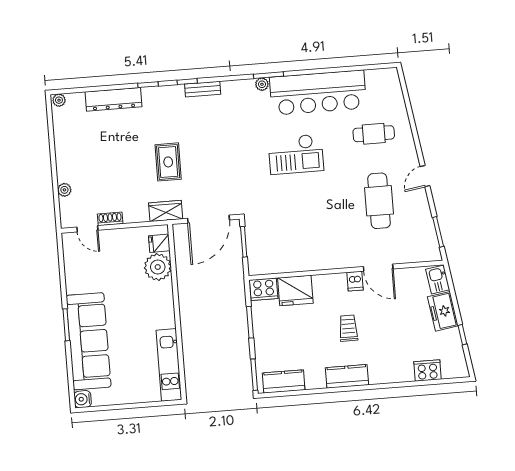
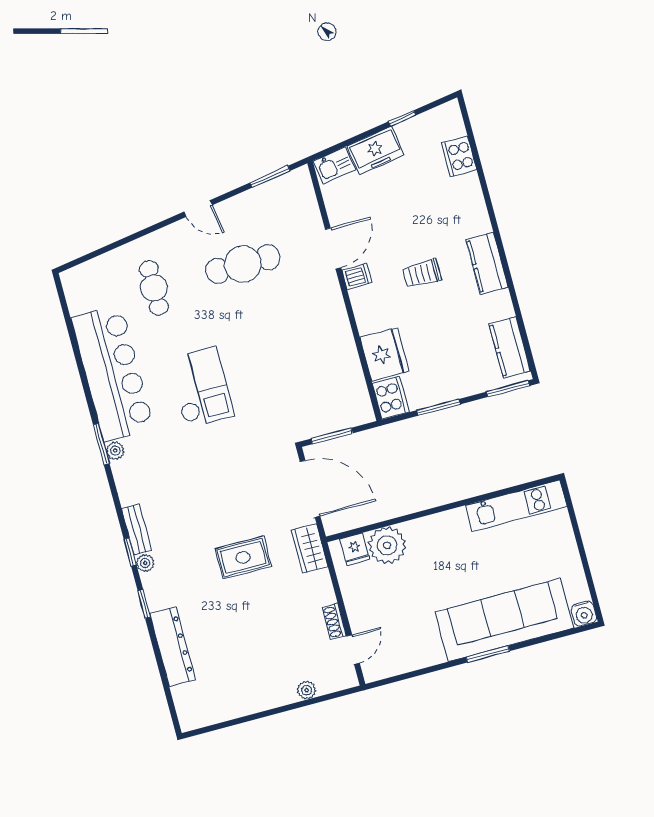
plant: (59, 100) -> (145, 563), moved

